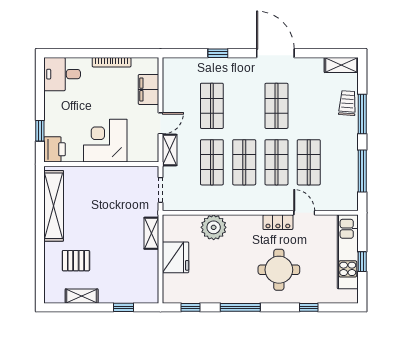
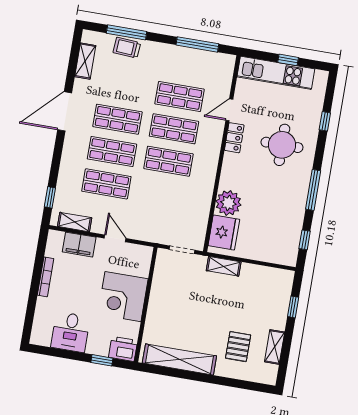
window: (218, 53) -> (50, 197), moved
shelving: (341, 65) -> (85, 61), moved
desk: (62, 74) -> (70, 332), moved
window: (362, 114) -> (127, 32), moved
shelving: (170, 150) -> (75, 222), moved
shop shelf: (212, 162) -> (112, 152), moved
fridge: (176, 257) -> (224, 233), moved, turned 90

